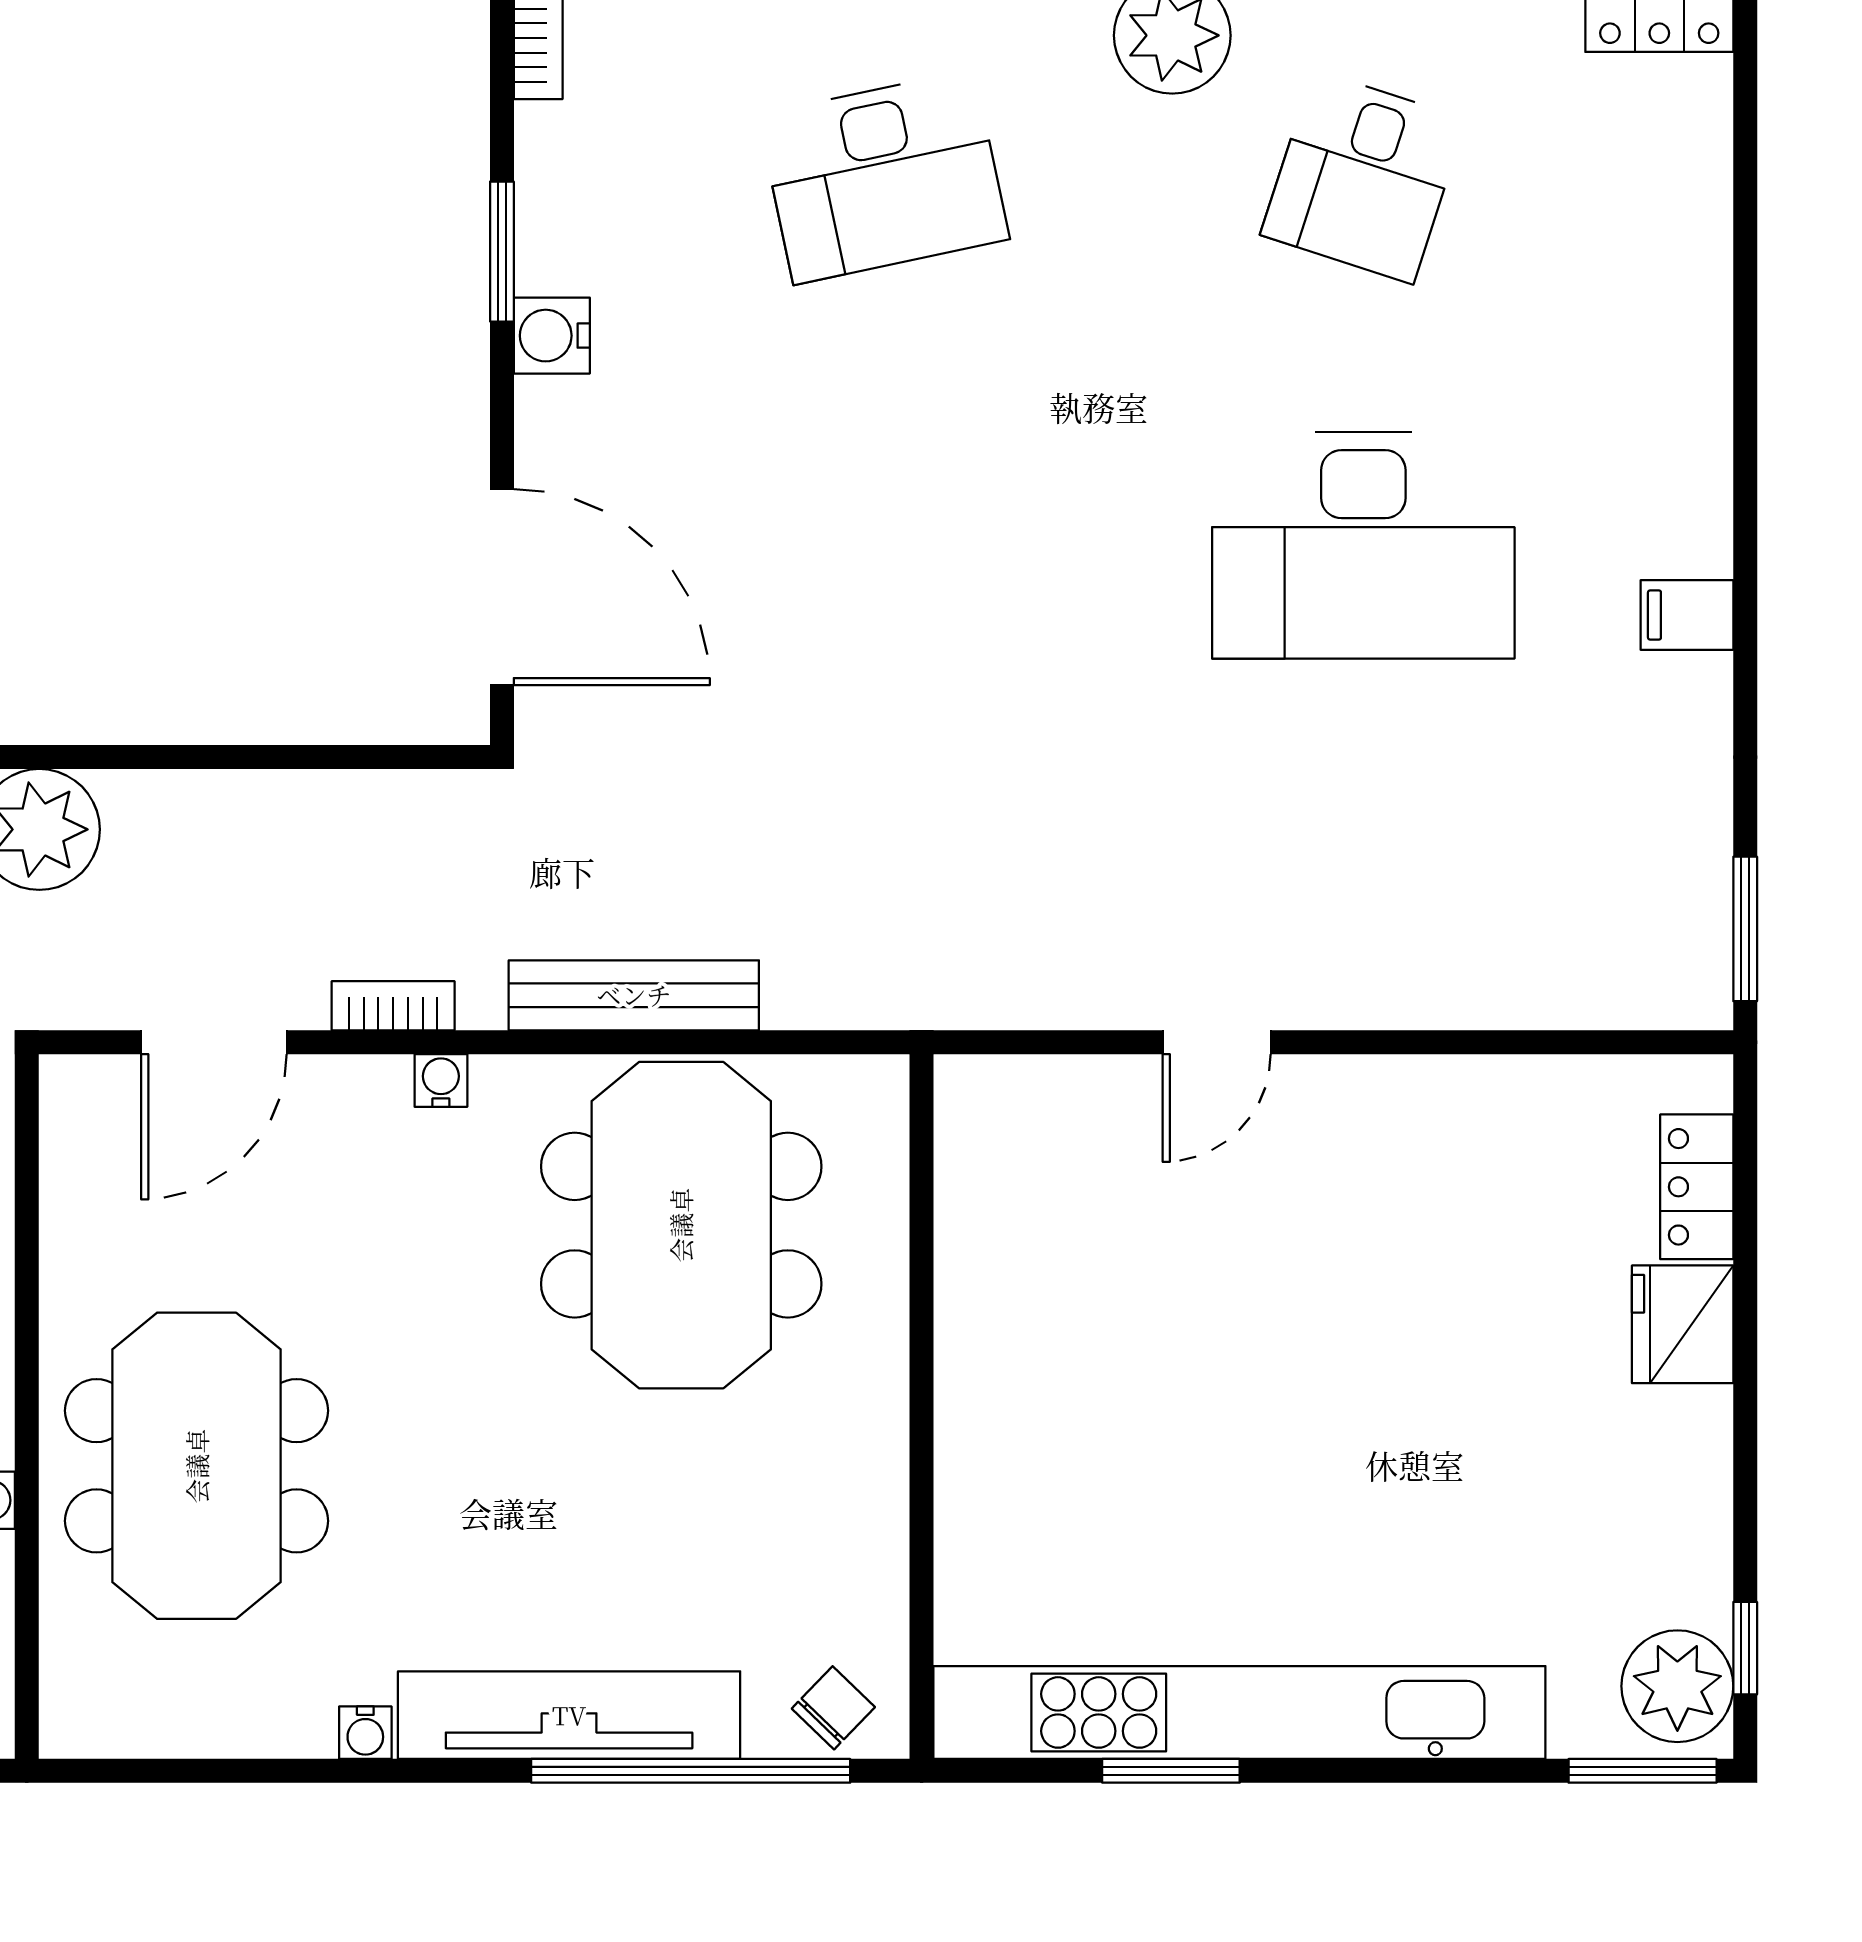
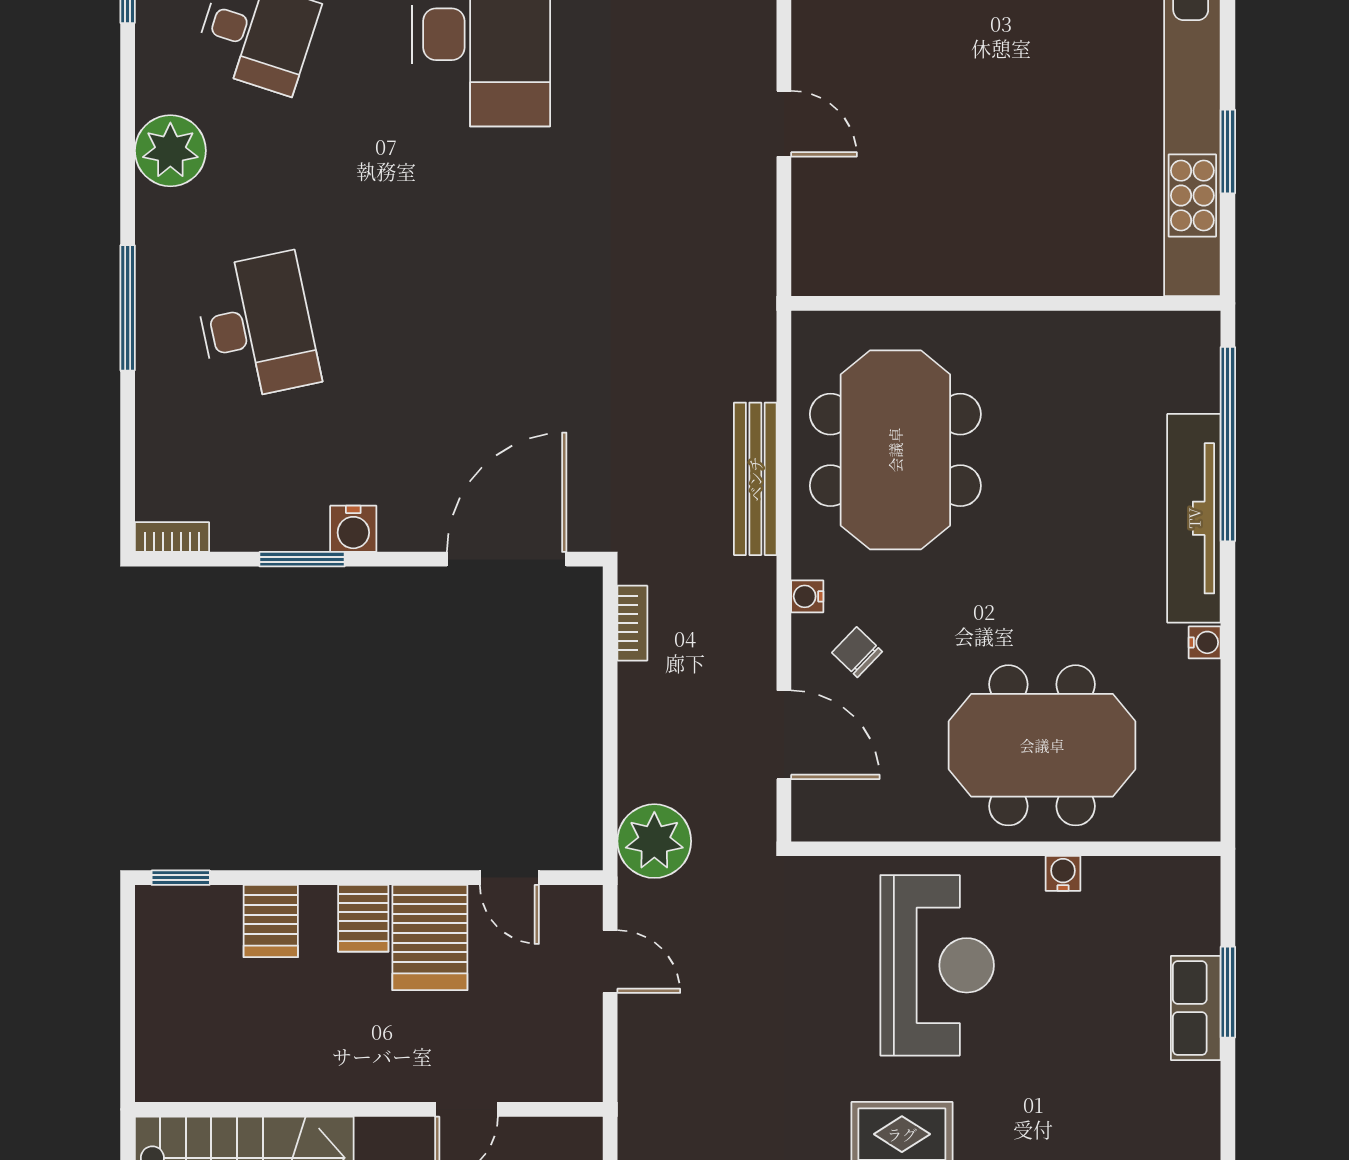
bookcase: (393, 1006) -> (632, 623), moved, turned 180
meeting table: (681, 1225) -> (895, 450), turned 90
chair: (833, 1708) -> (857, 652), moved

